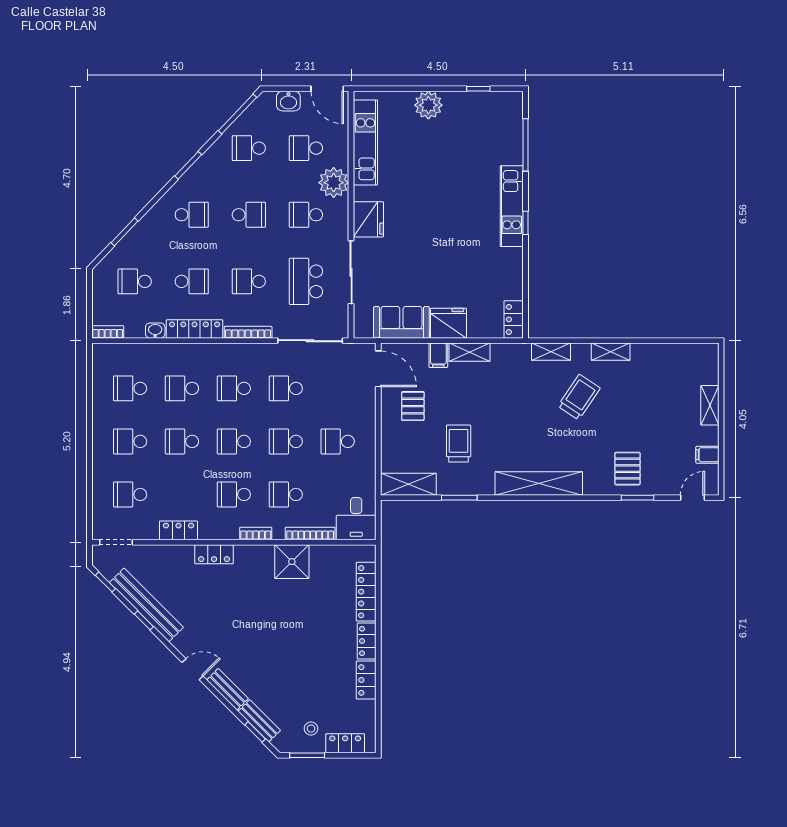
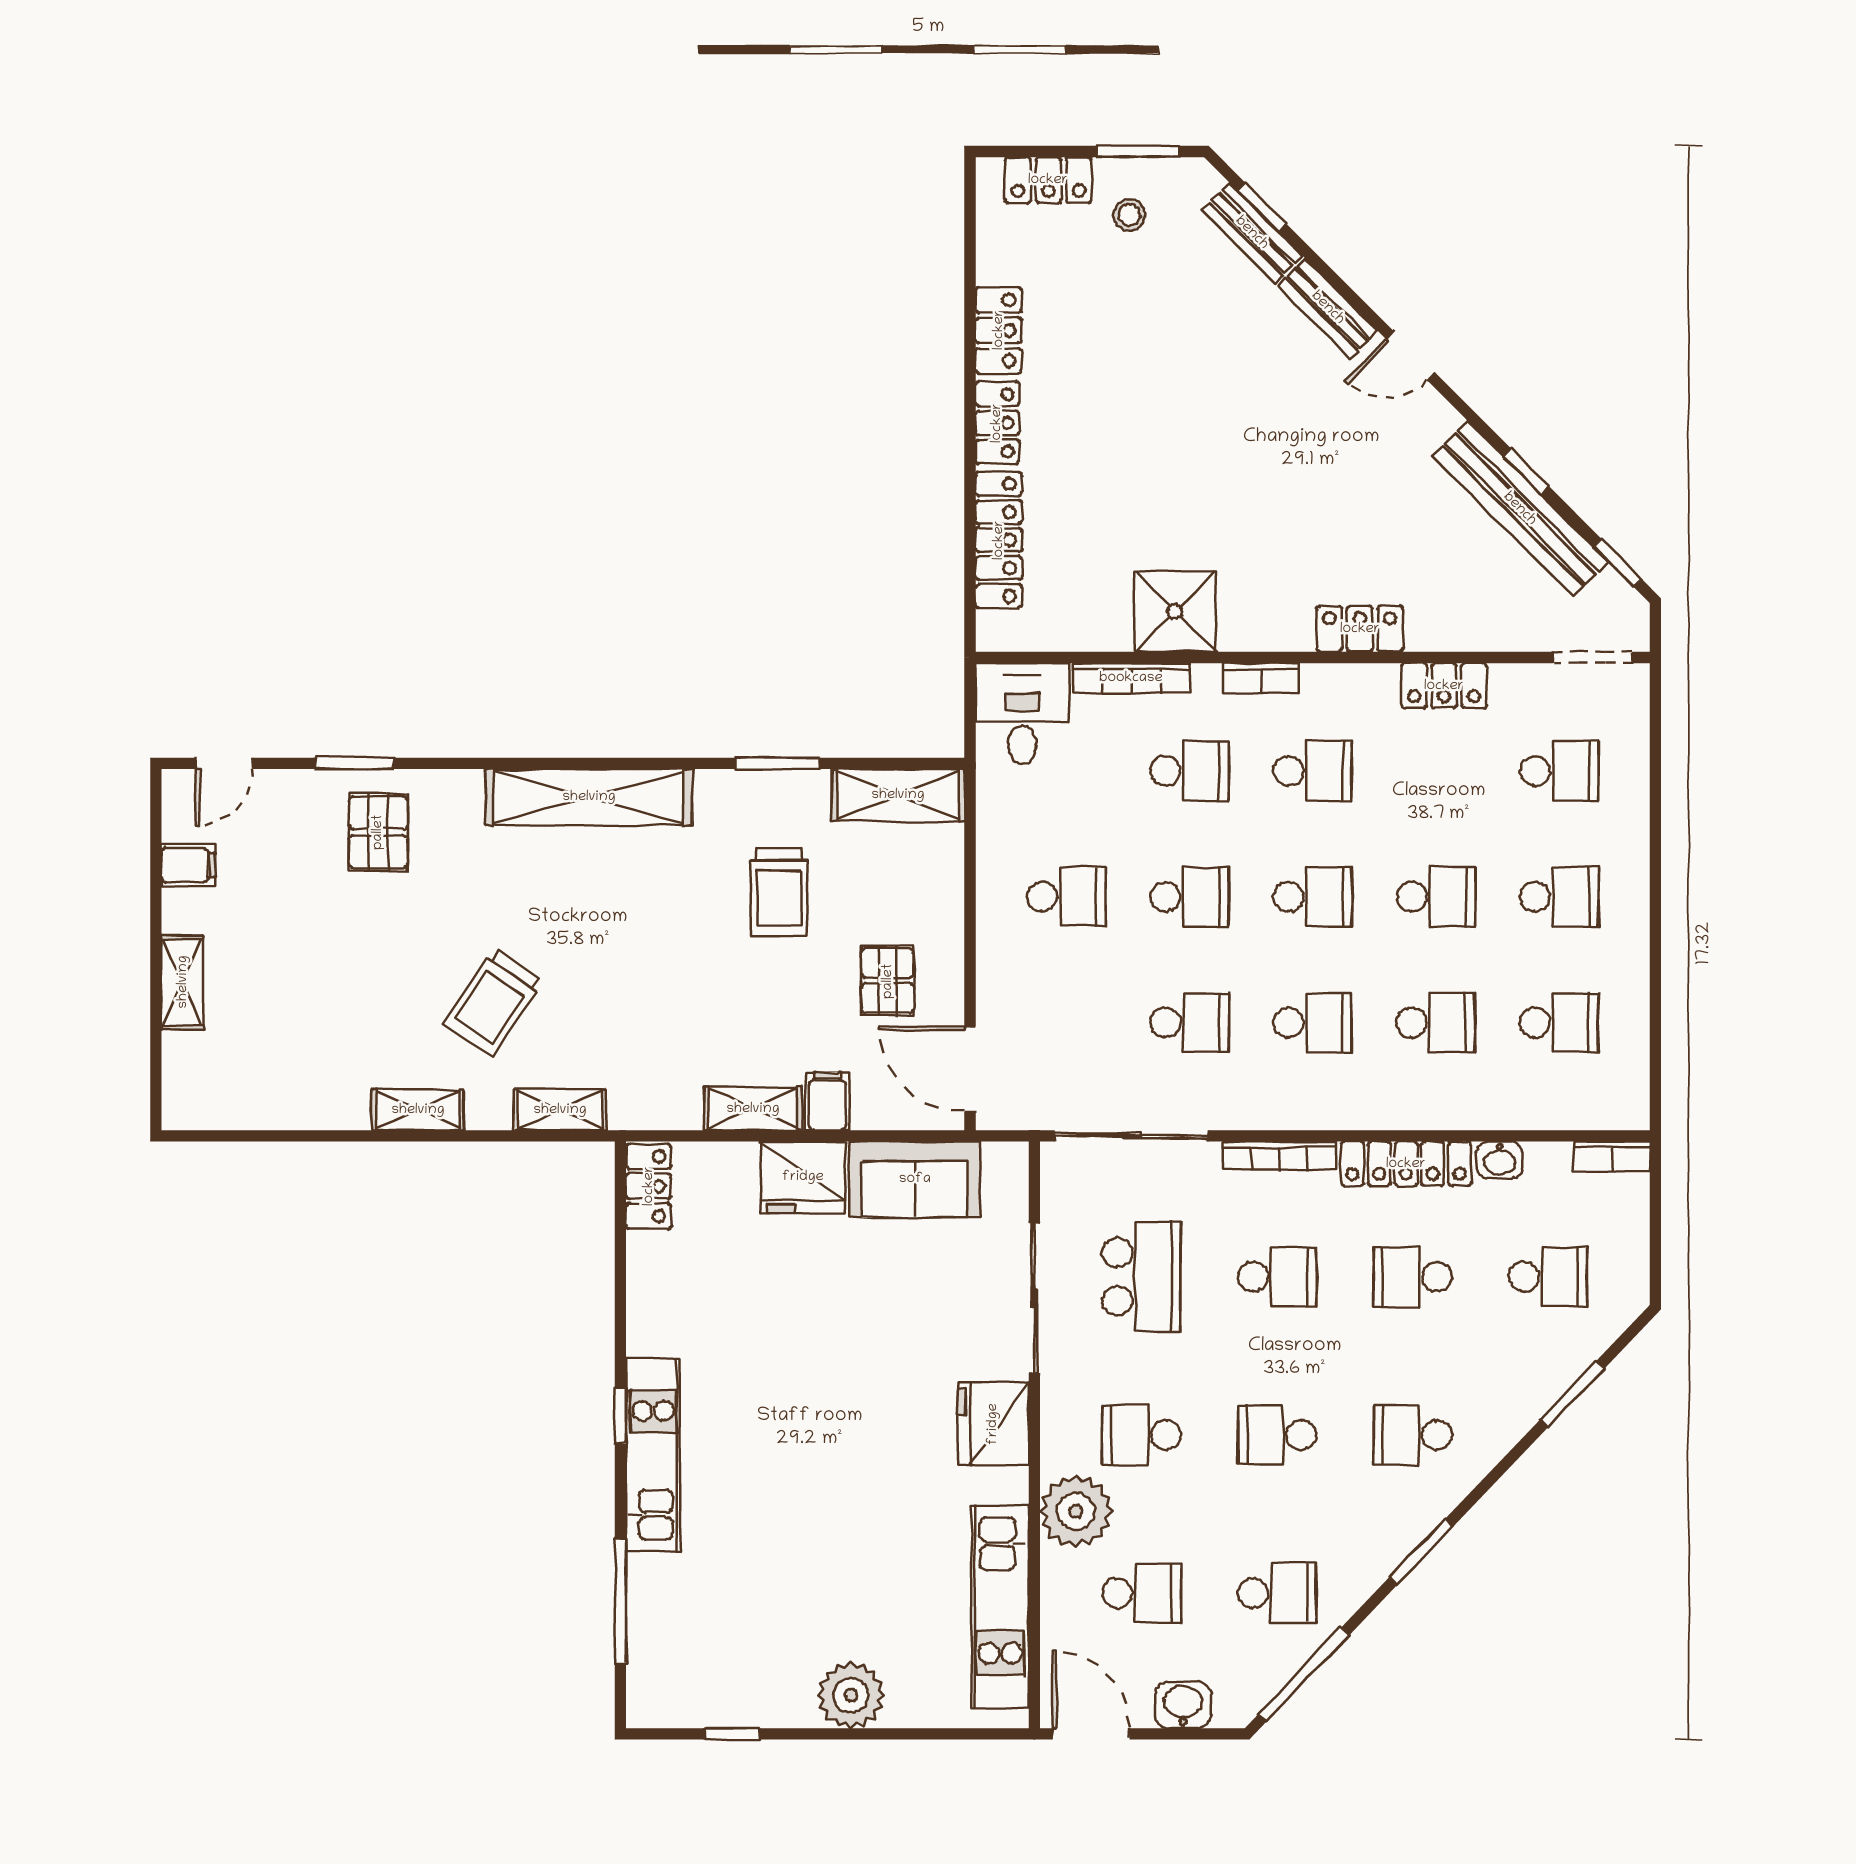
school desk: (306, 215) -> (1142, 1435), turned 180

